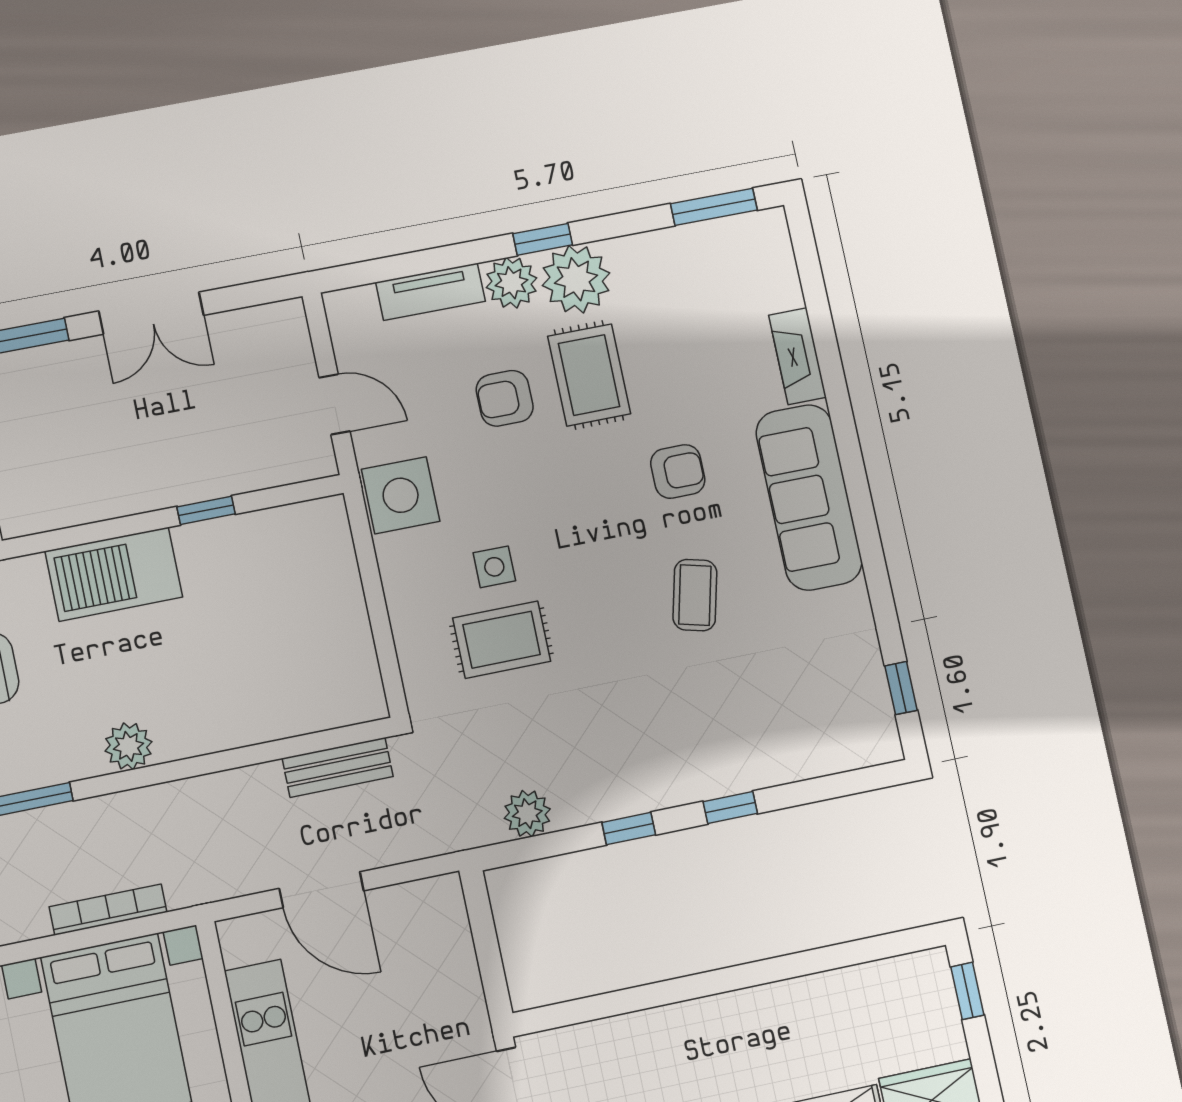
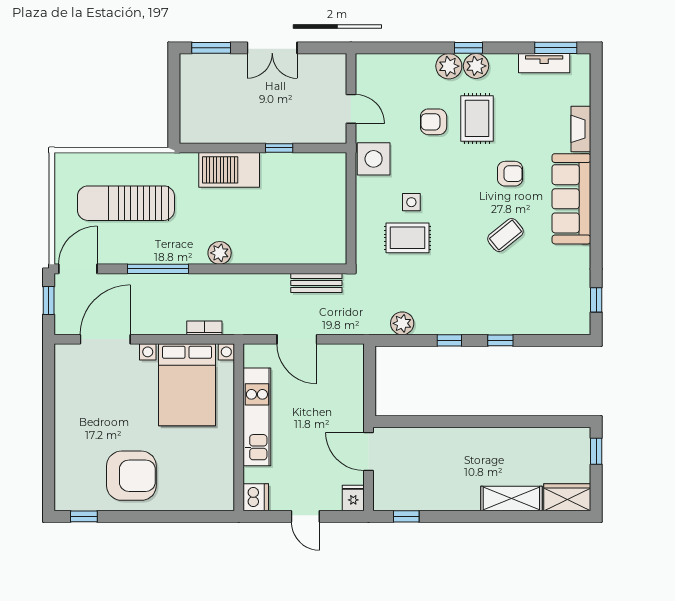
plant: (576, 279) -> (476, 66), width x0.73, depth x0.73
tv unit: (431, 292) -> (544, 63), moved
coffee table: (695, 595) -> (505, 235), turned 37
bookcase: (108, 910) -> (204, 328), width x0.64

